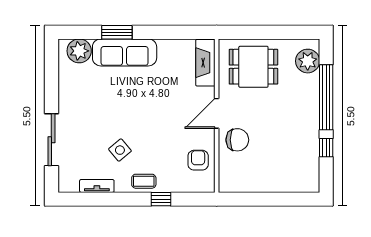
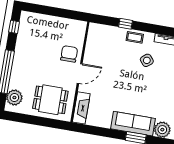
chair: (237, 140) -> (69, 54), turned 90
window: (326, 148) -> (14, 27), moved
armchair: (198, 160) -> (97, 45), removed

